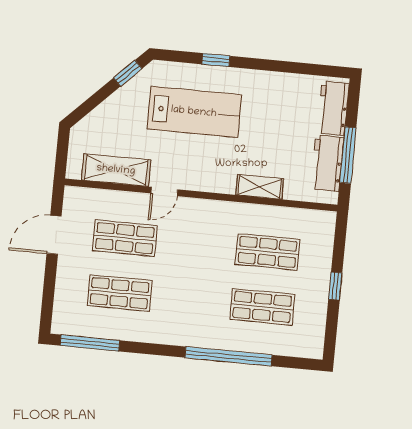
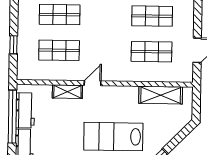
window: (348, 155) -> (12, 117), width x1.46
door: (164, 191) -> (93, 83), moved
window: (335, 286) -> (13, 45), moved

